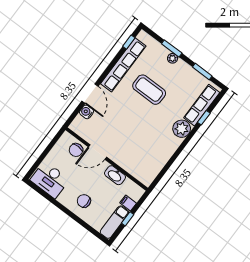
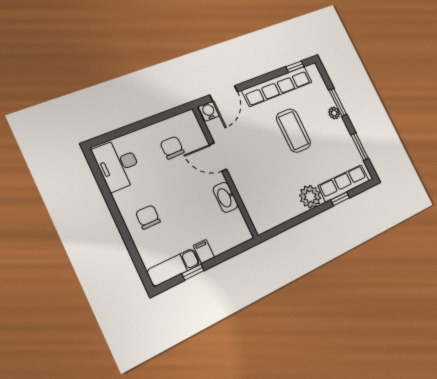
chair: (76, 150) -> (172, 148), turned 89
door: (97, 152) -> (218, 157), moved
wall: (107, 159) -> (225, 172), moved
washbasin: (115, 175) -> (225, 197), moved

